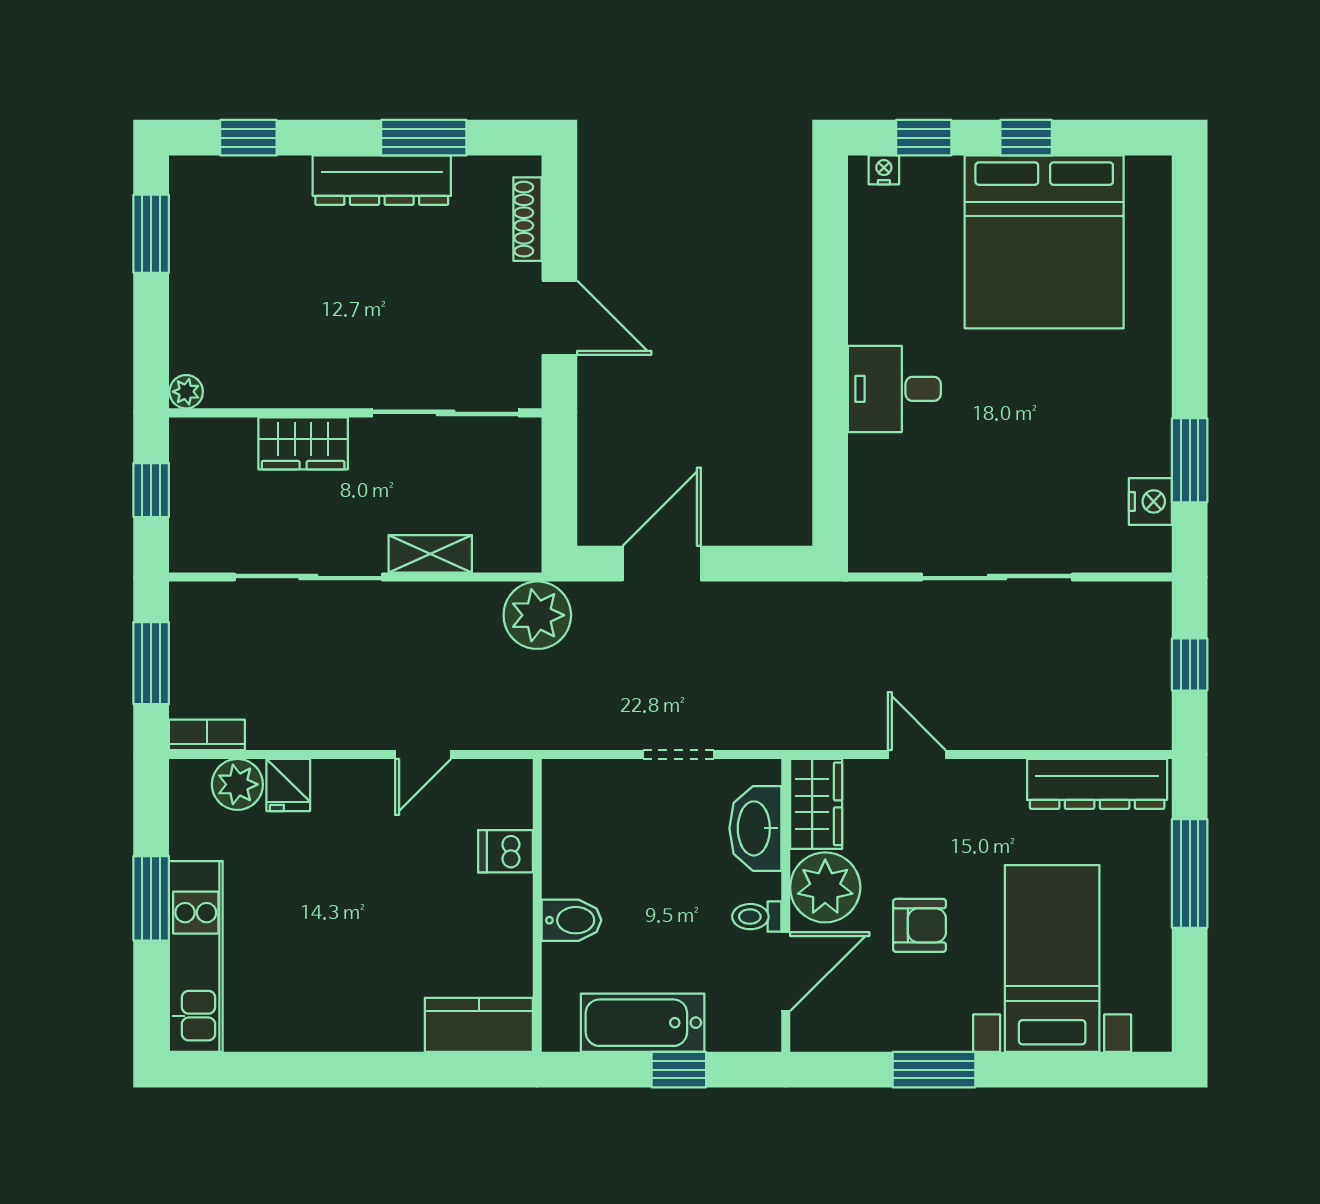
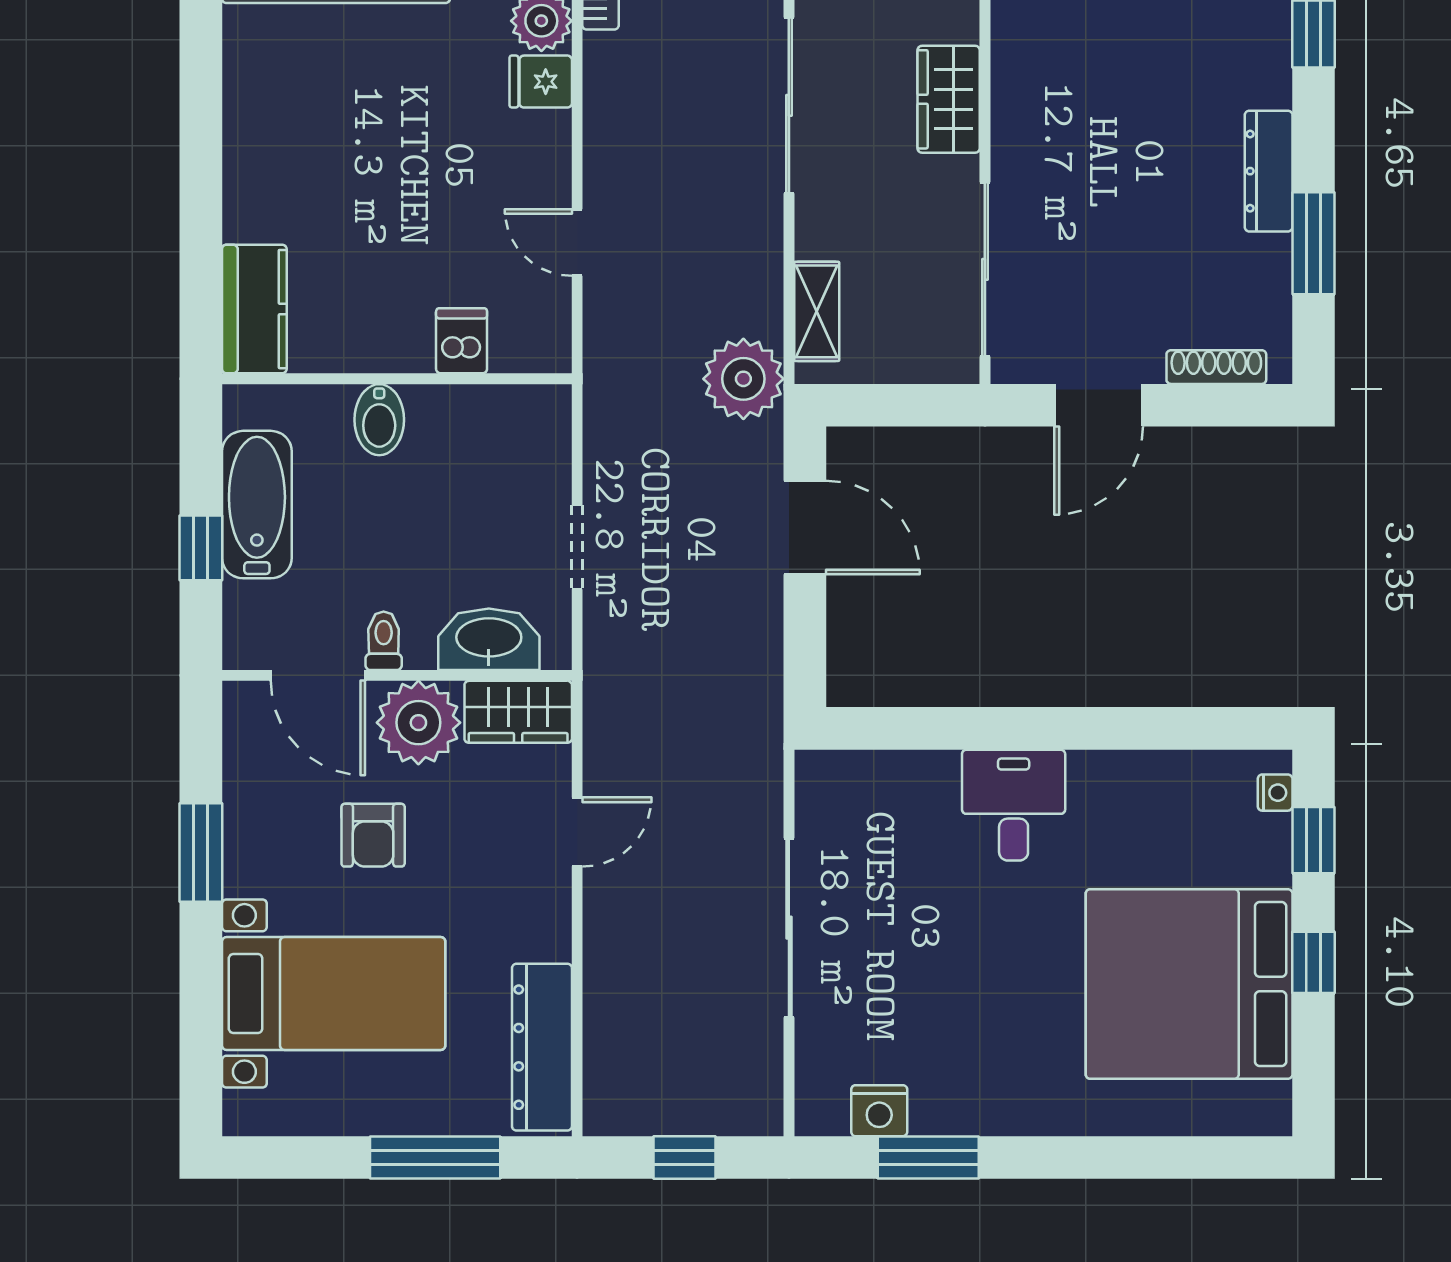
dresser: (382, 180) -> (1269, 171), width x0.73, depth x0.80
shelving: (430, 554) -> (817, 311), moved

